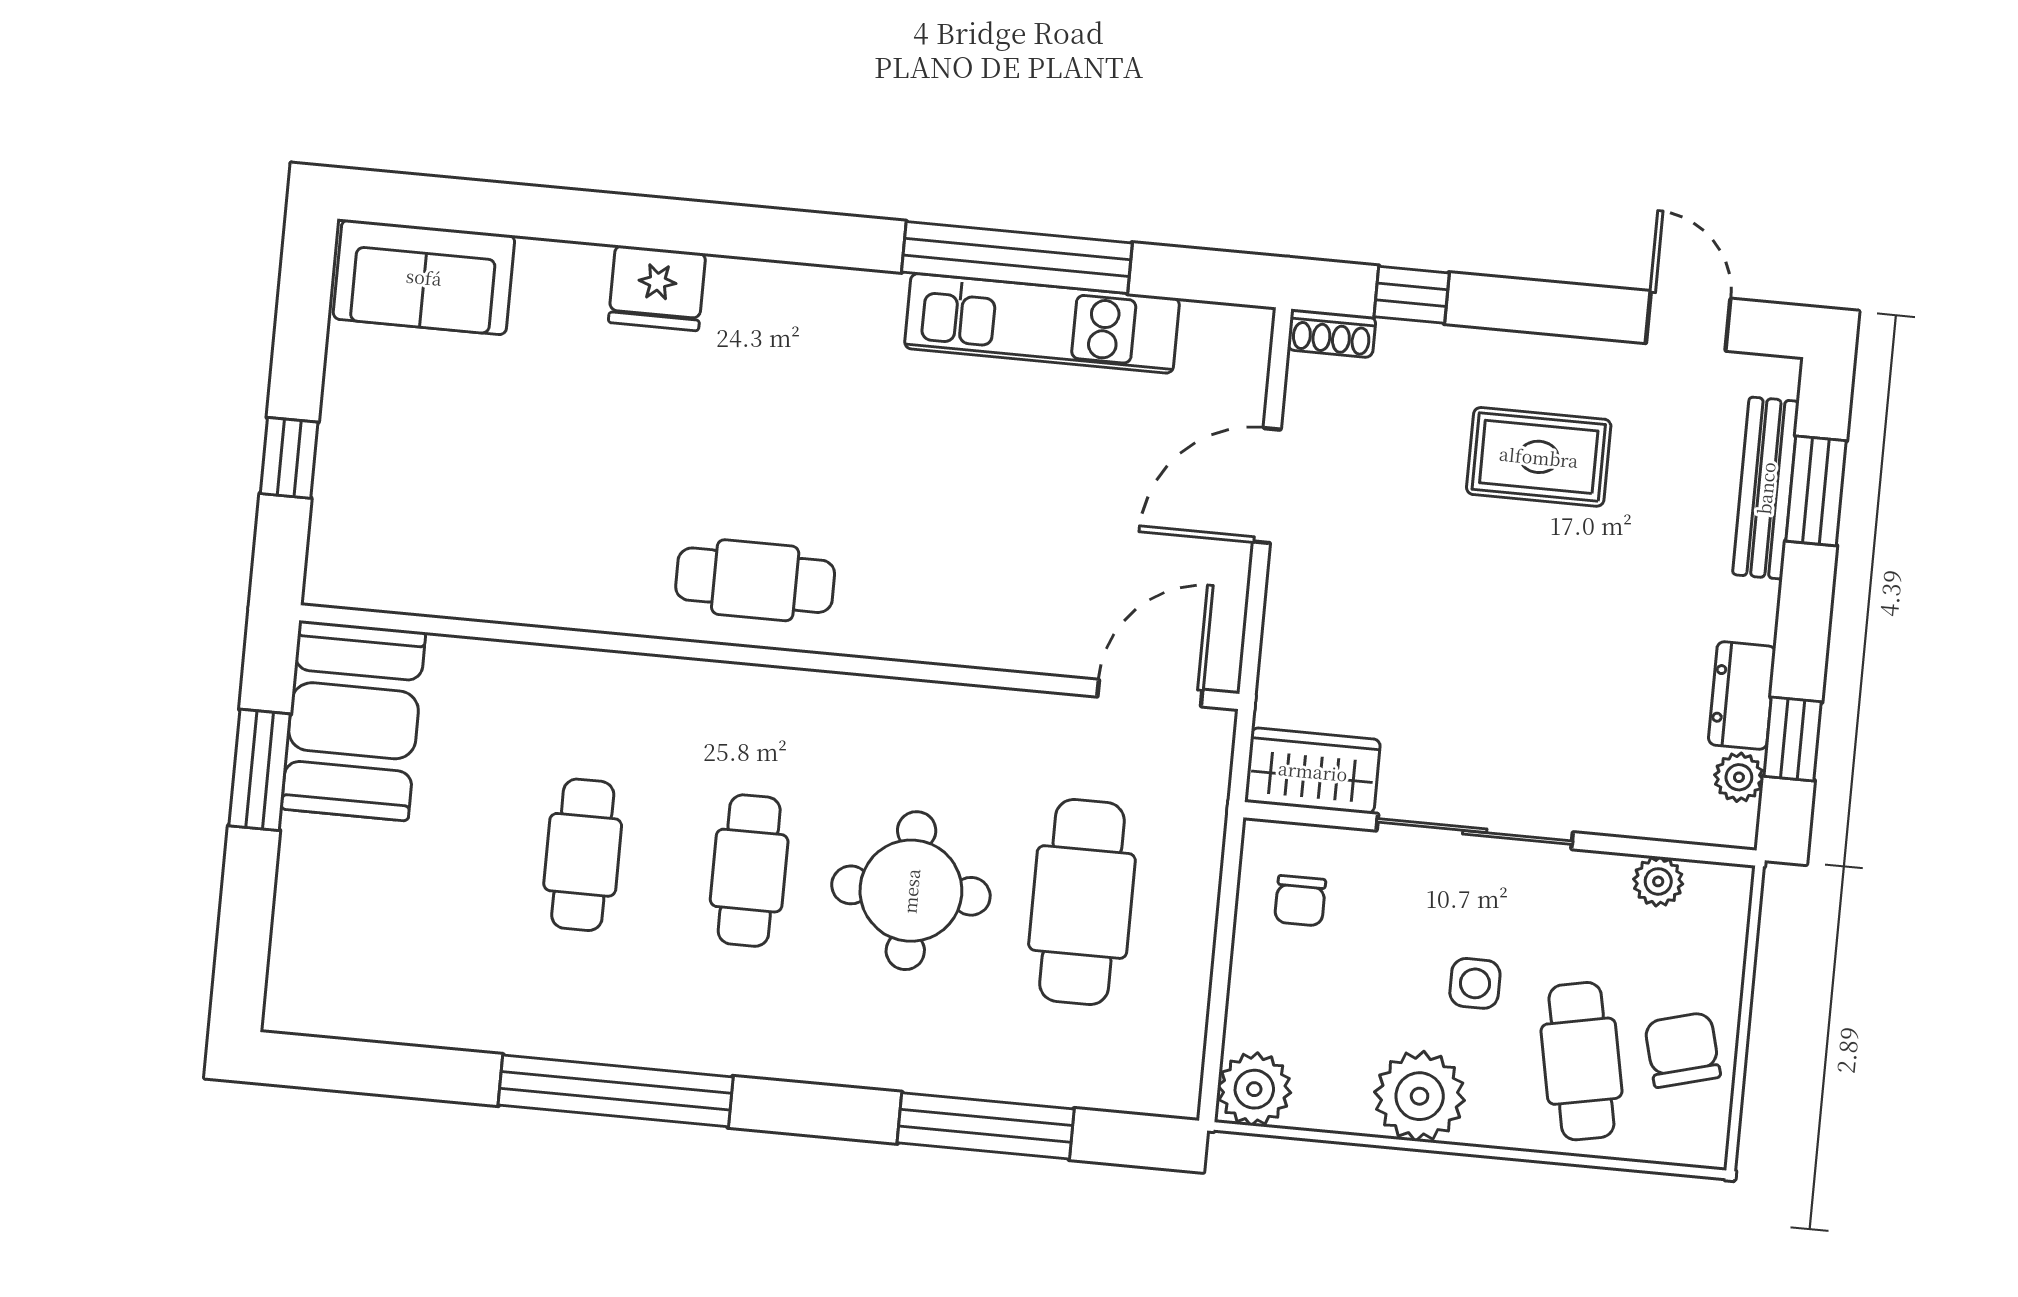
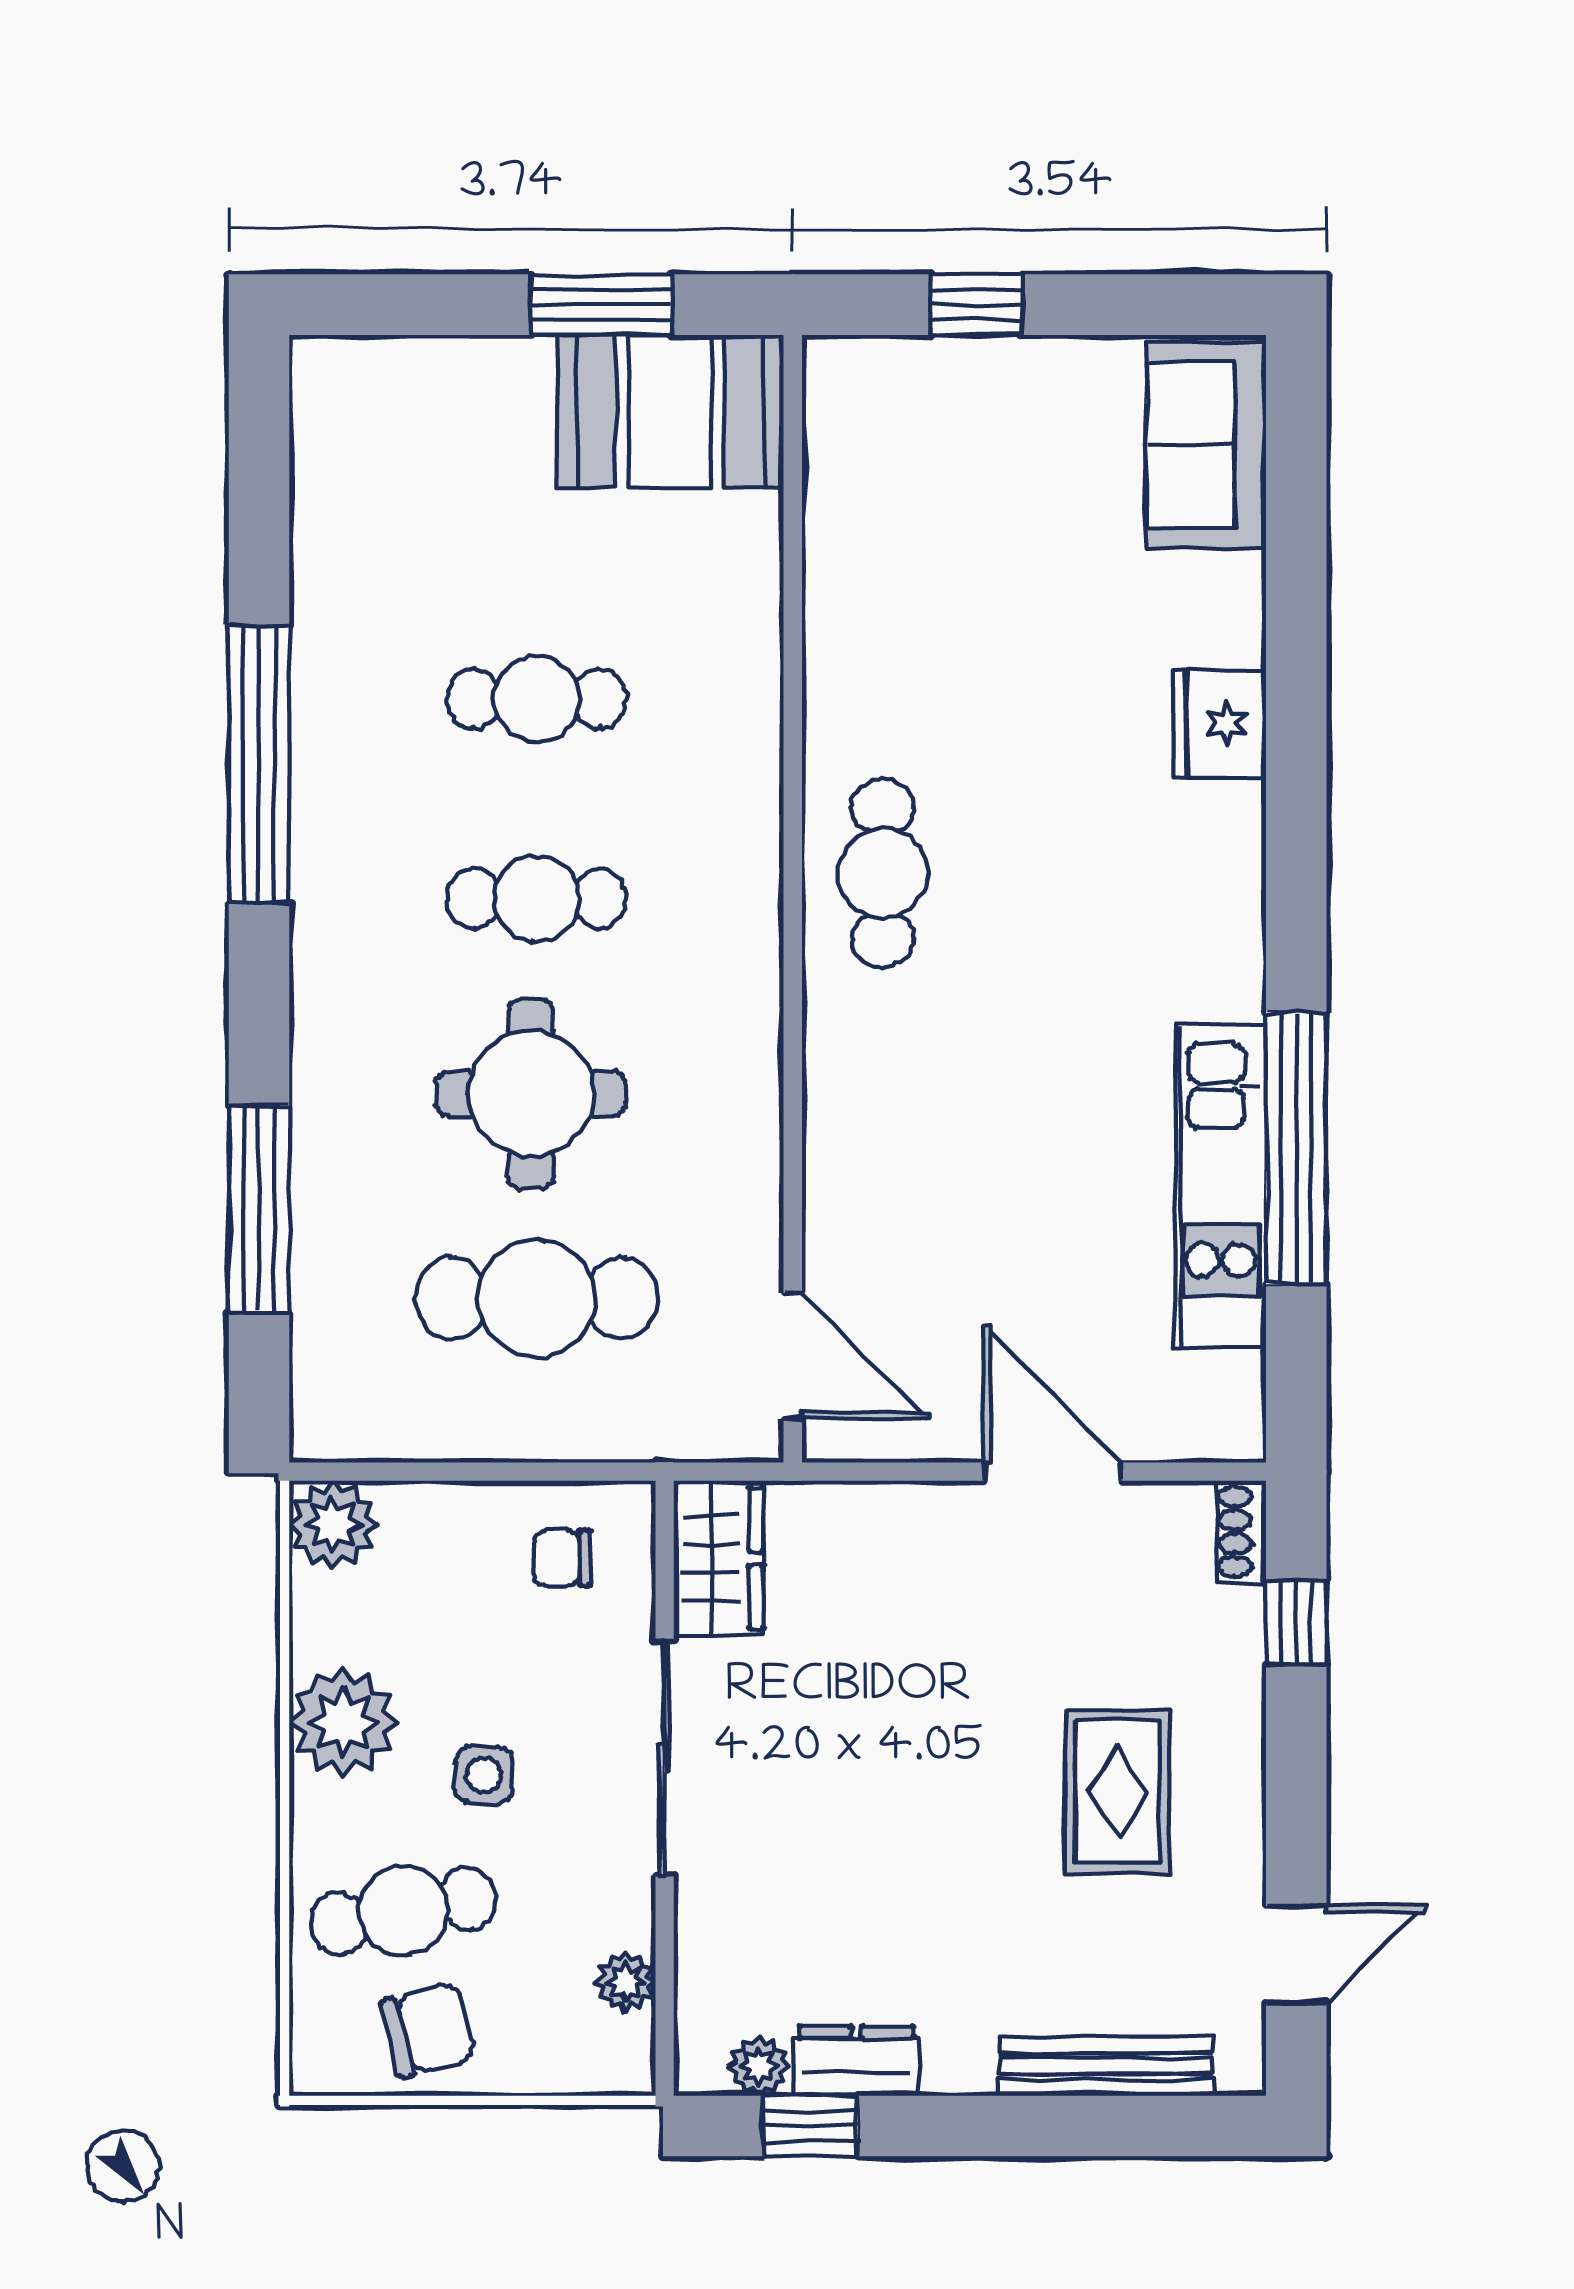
window: (1816, 491) -> (1109, 2126), removed

